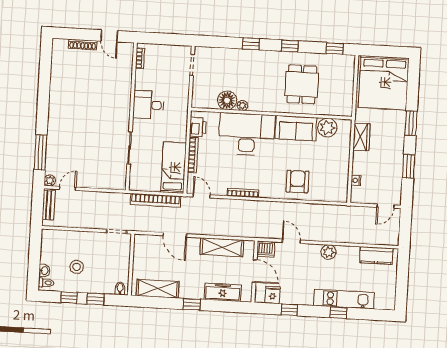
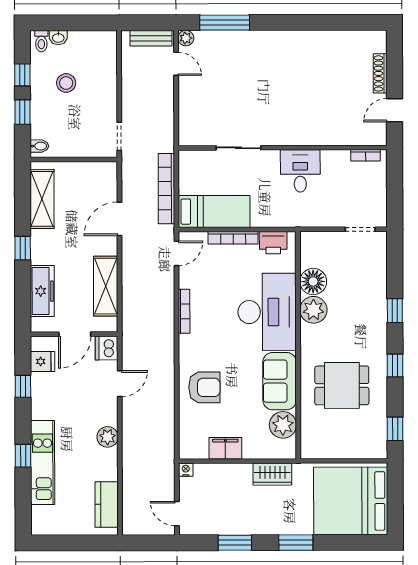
plant: (242, 106) -> (313, 310), width x1.87, depth x1.87
filing cabinet: (341, 169) -> (225, 448), added
nightstand: (356, 180) -> (186, 470), moved

